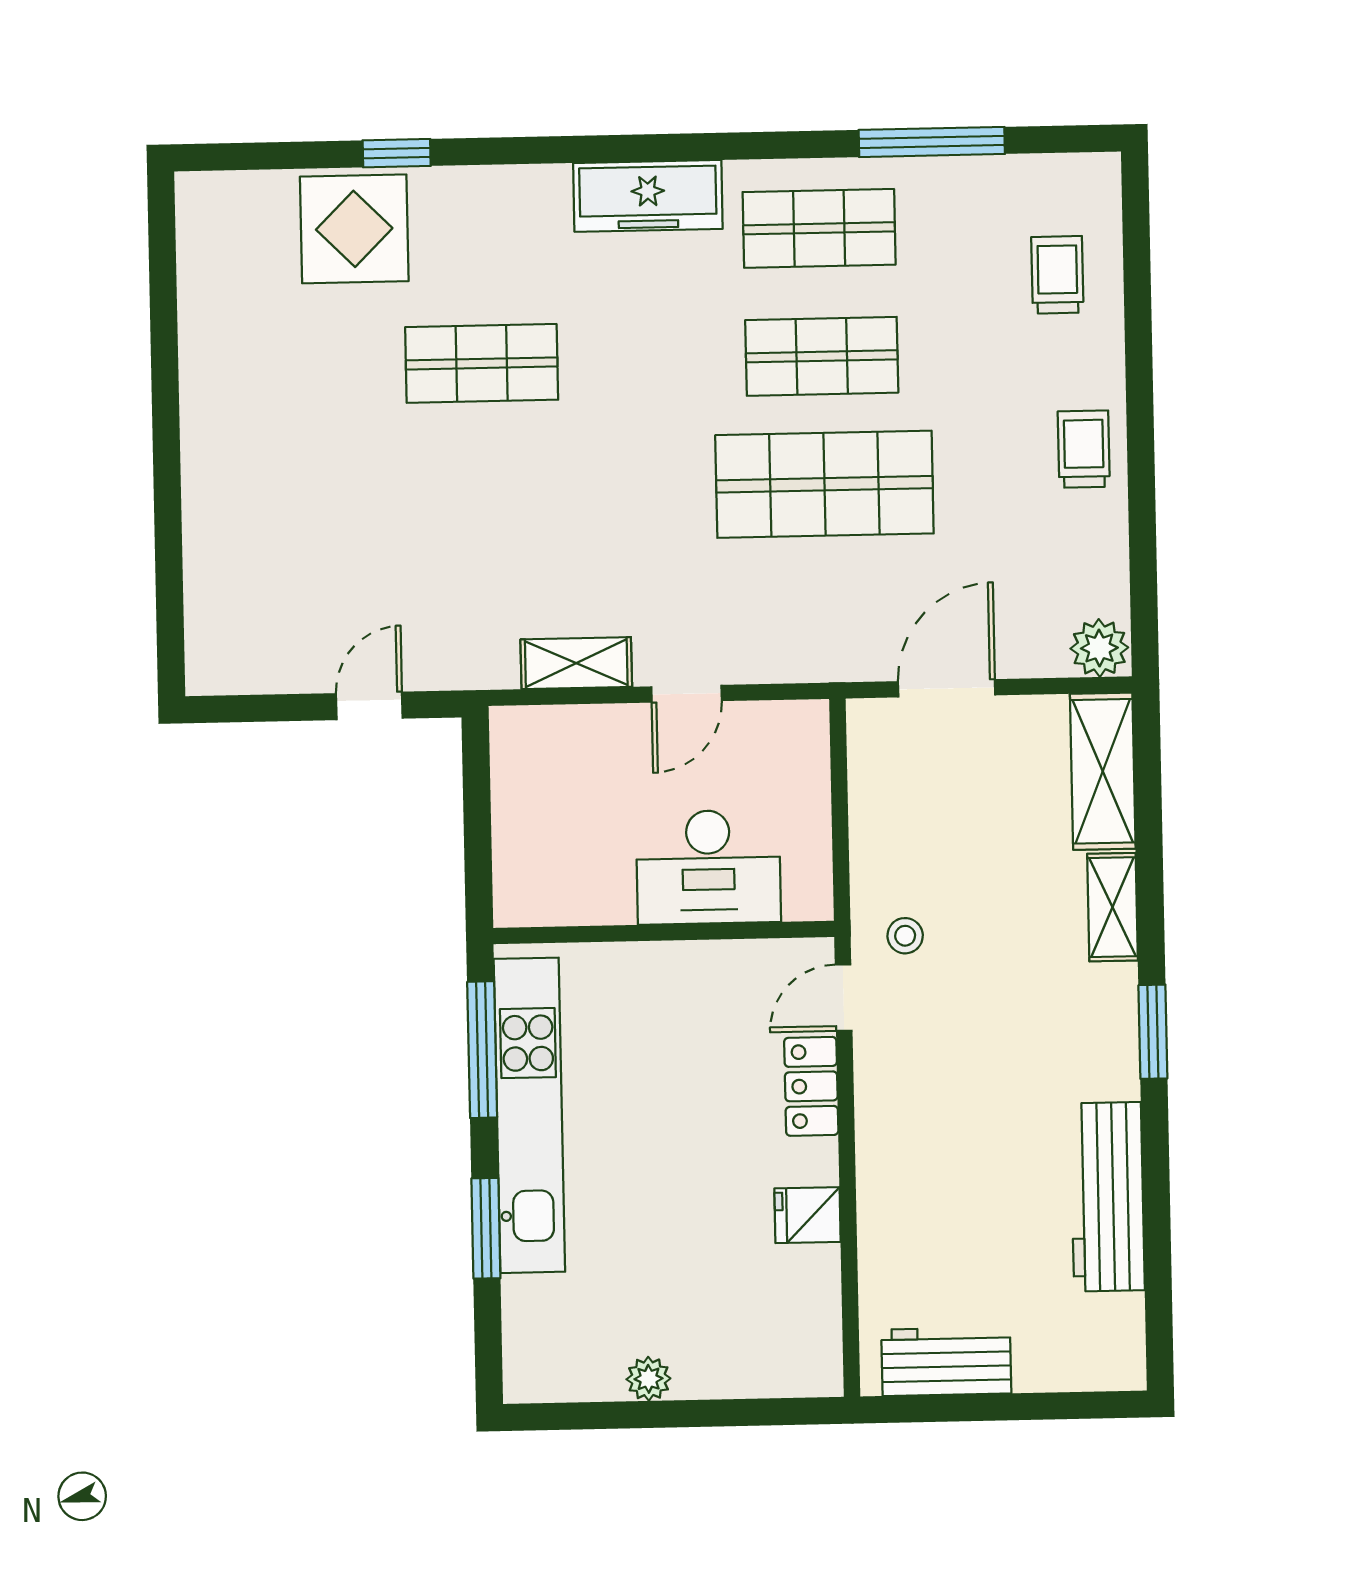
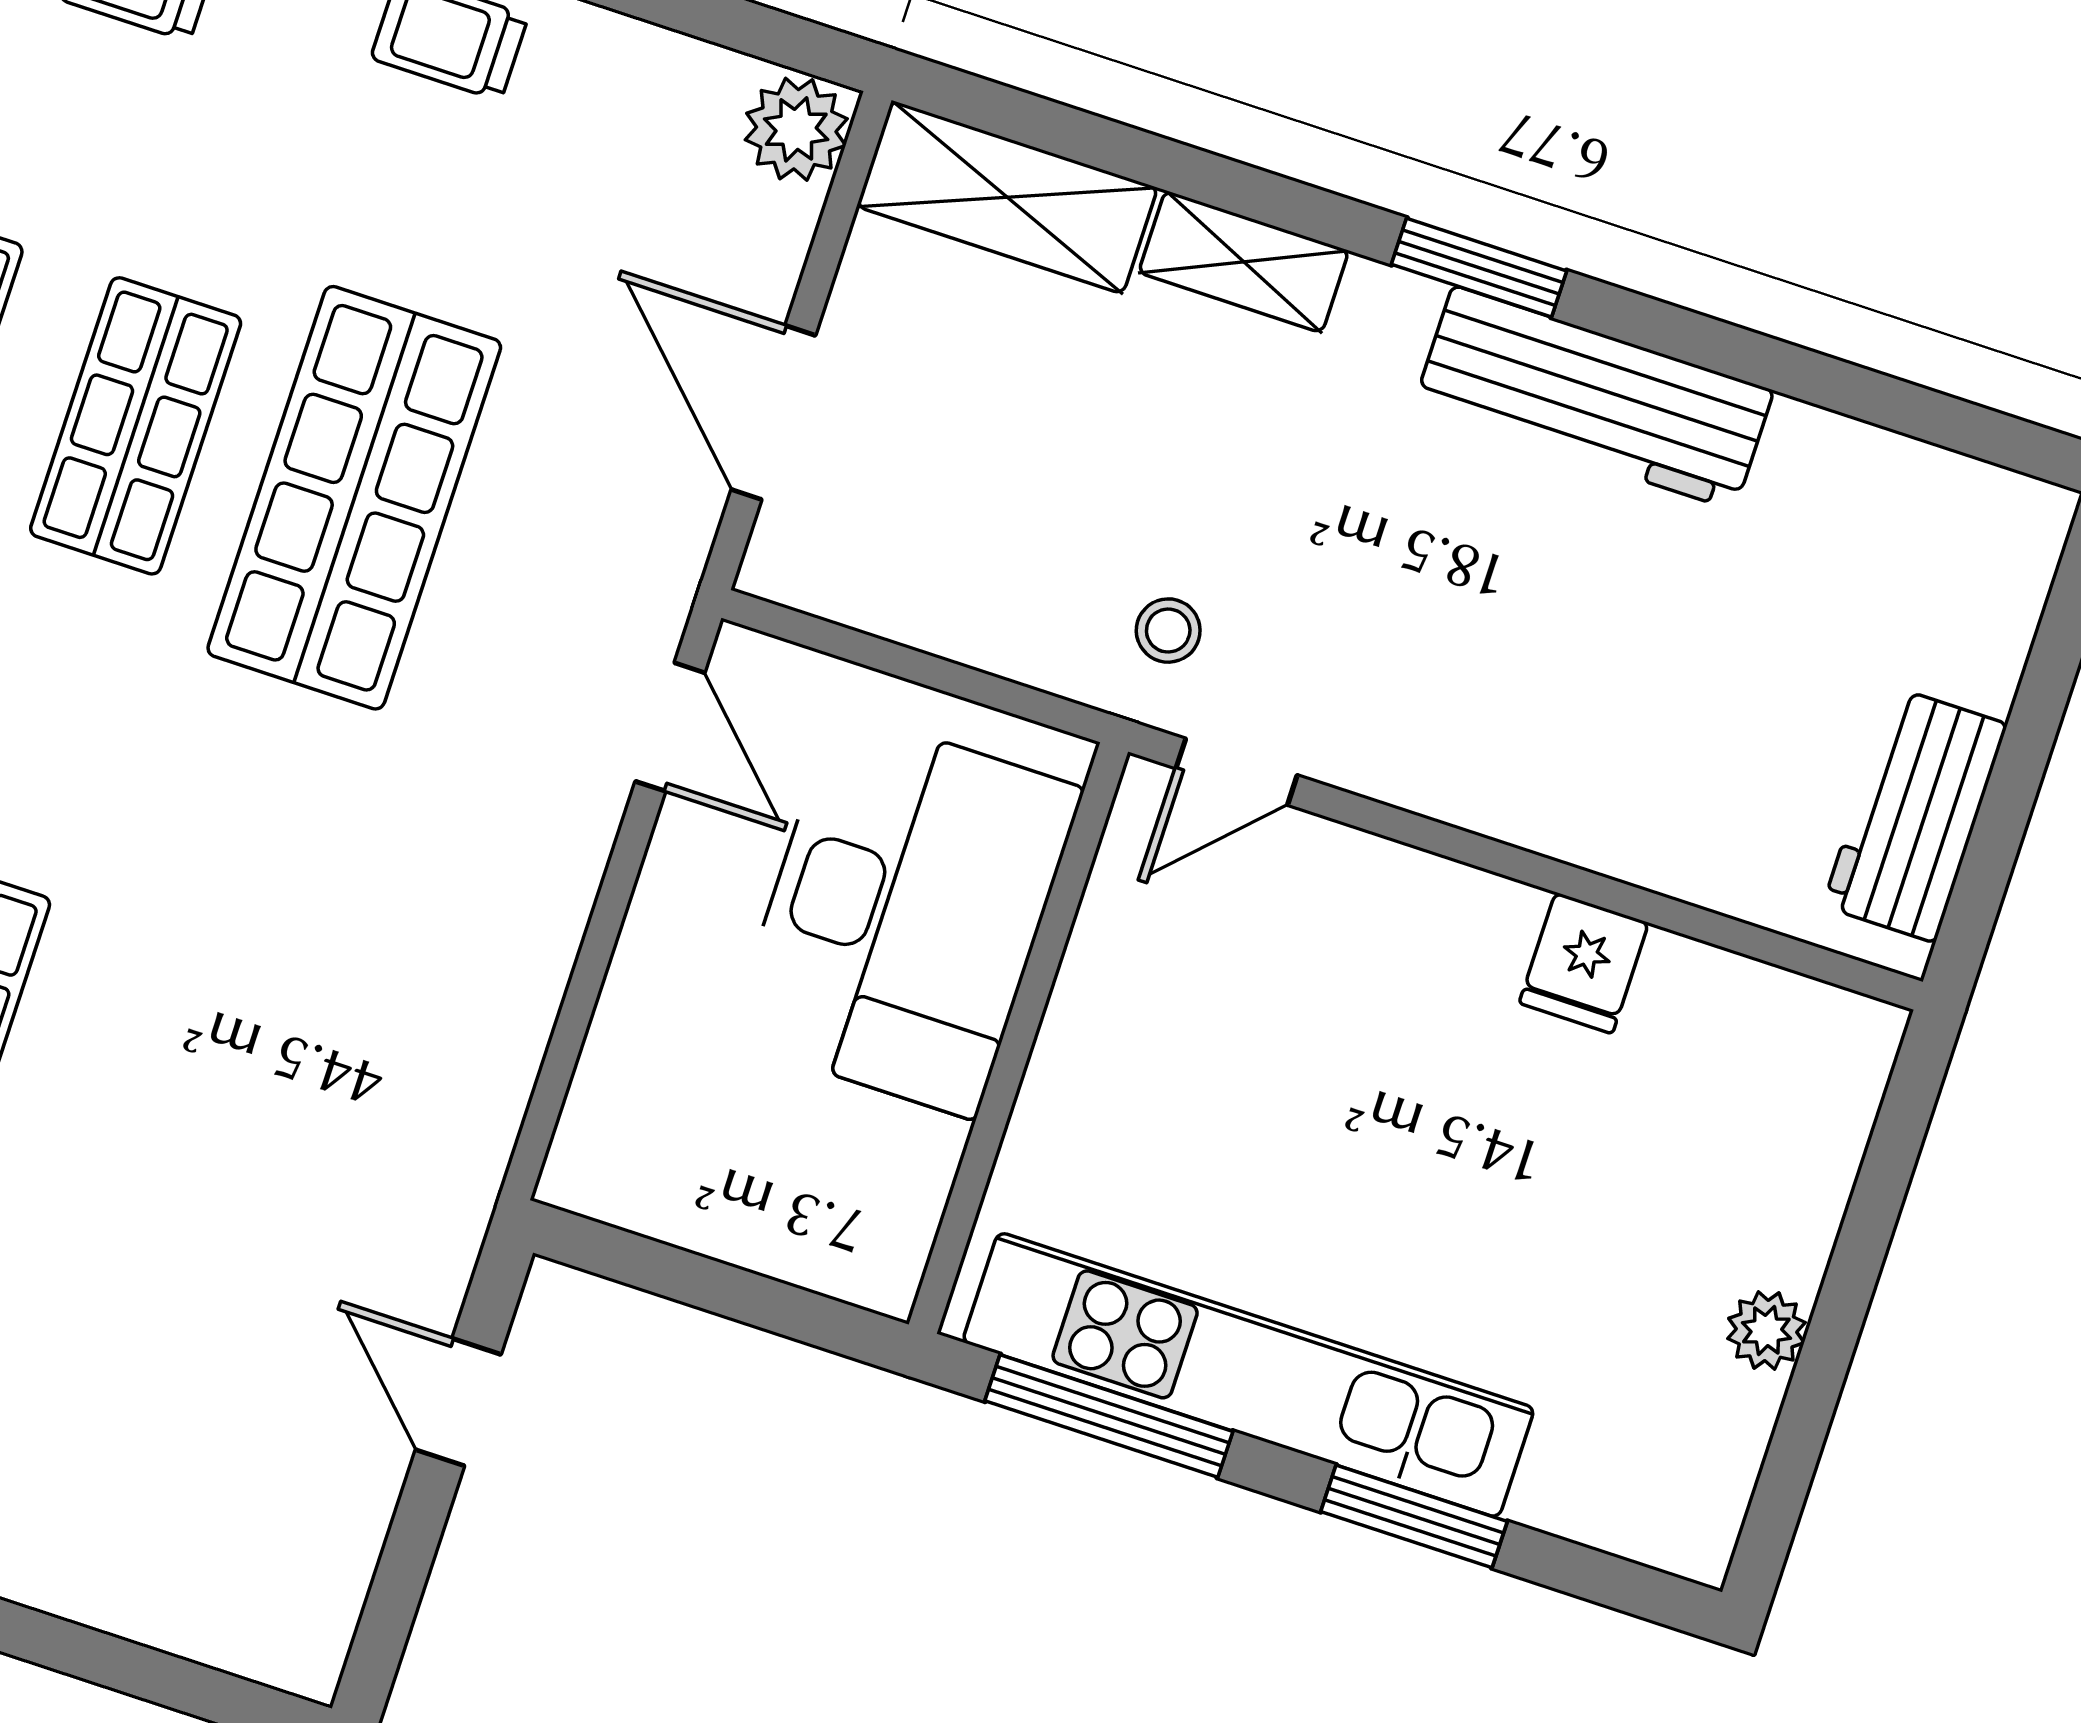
shelving: (576, 663) -> (509, 1026), removed
door: (687, 694) -> (670, 727), moved
desk: (708, 867) -> (905, 914), width x1.36, depth x1.30
door: (844, 998) -> (1237, 772), hinge flipped
locker: (811, 1086) -> (1368, 880), removed
workbench: (1107, 1197) -> (1594, 398), moved

